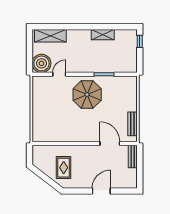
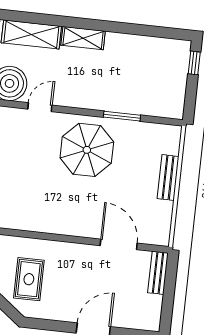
shelving: (103, 35) -> (83, 38), moved
bench: (132, 124) -> (168, 178), moved

